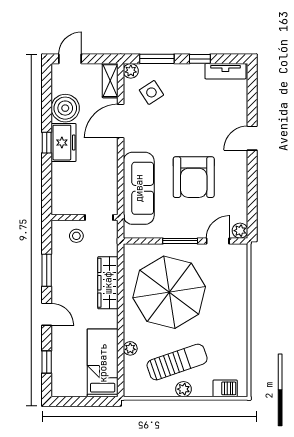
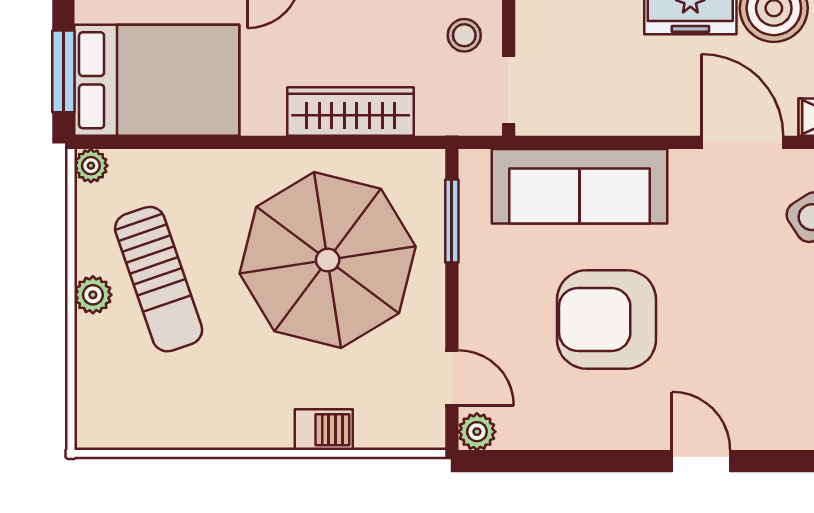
window: (180, 241) -> (452, 221), moved
plant: (130, 348) -> (91, 166), moved
bed: (103, 363) -> (157, 80), width x1.50
barbecue: (225, 388) -> (324, 430), moved, turned -90
window: (91, 401) -> (63, 71), added

